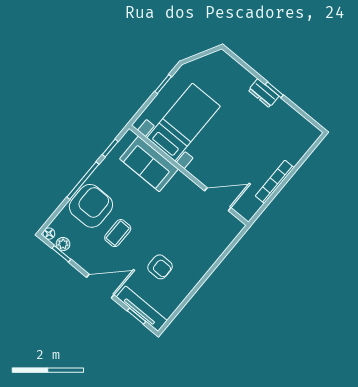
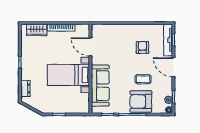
dresser: (264, 93) -> (25, 88), moved
bed with nightstands: (184, 122) -> (68, 75), moved
wardrobe: (298, 147) -> (37, 30), added
sofa: (149, 164) -> (100, 86), width x1.36

